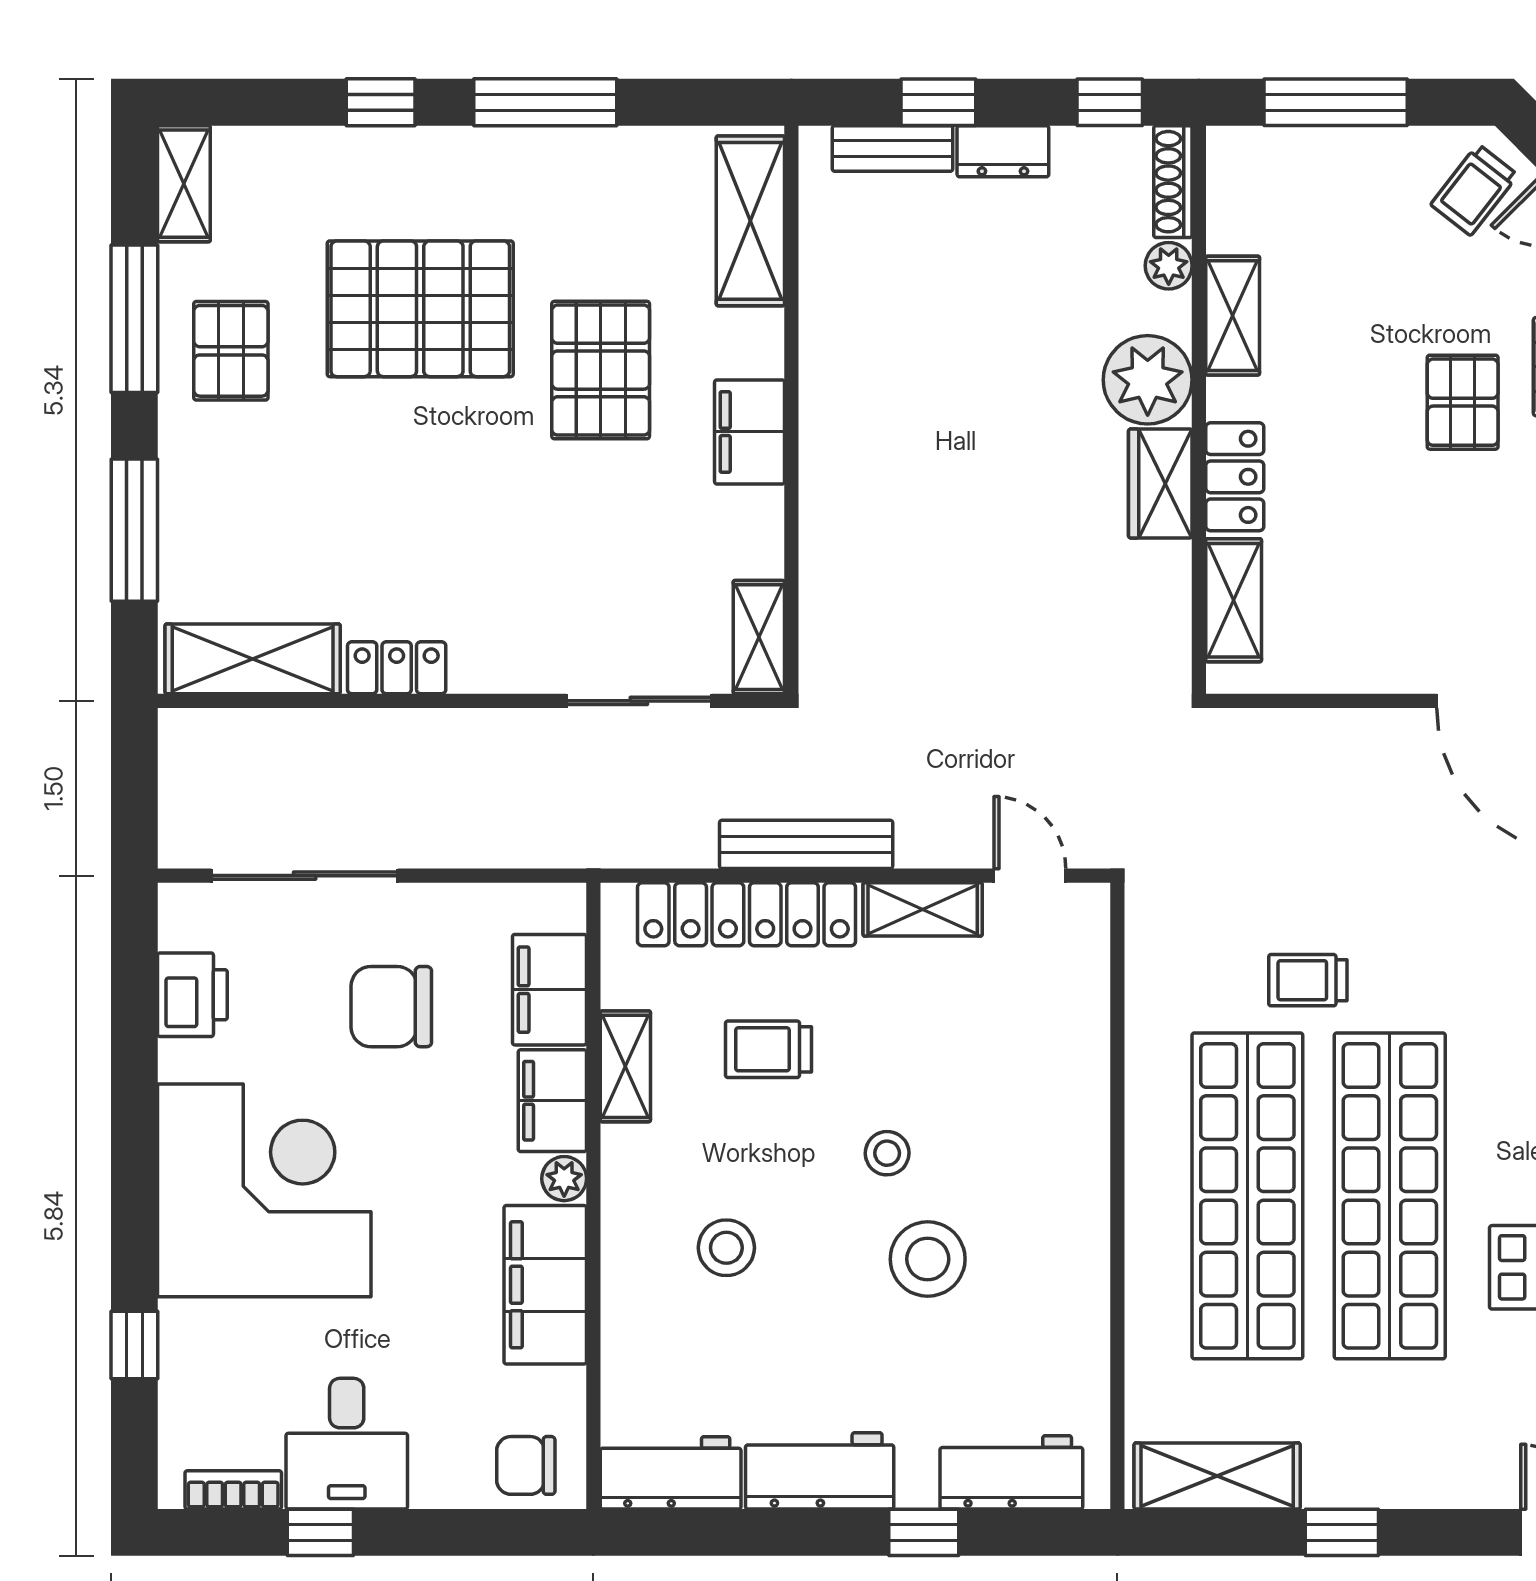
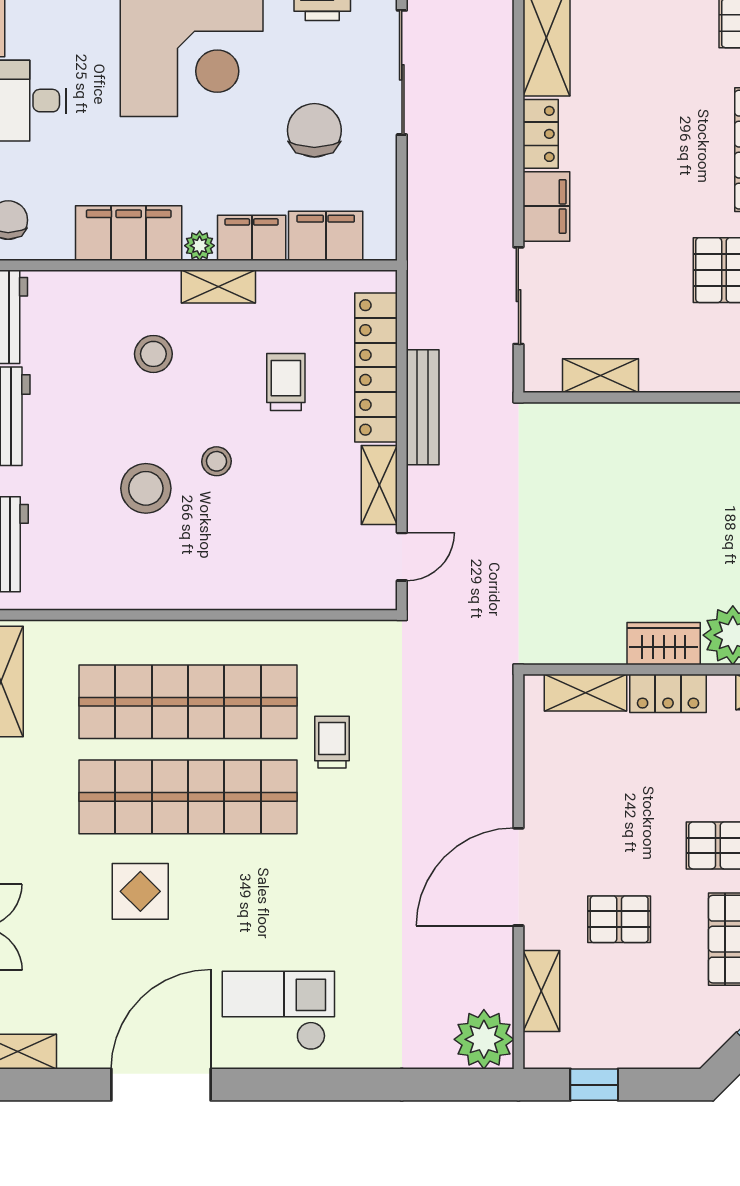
filing cabinet: (750, 432) -> (546, 206), moved, turned 90
shelving: (759, 637) -> (600, 376), moved
shelving: (625, 1066) -> (218, 287), moved

